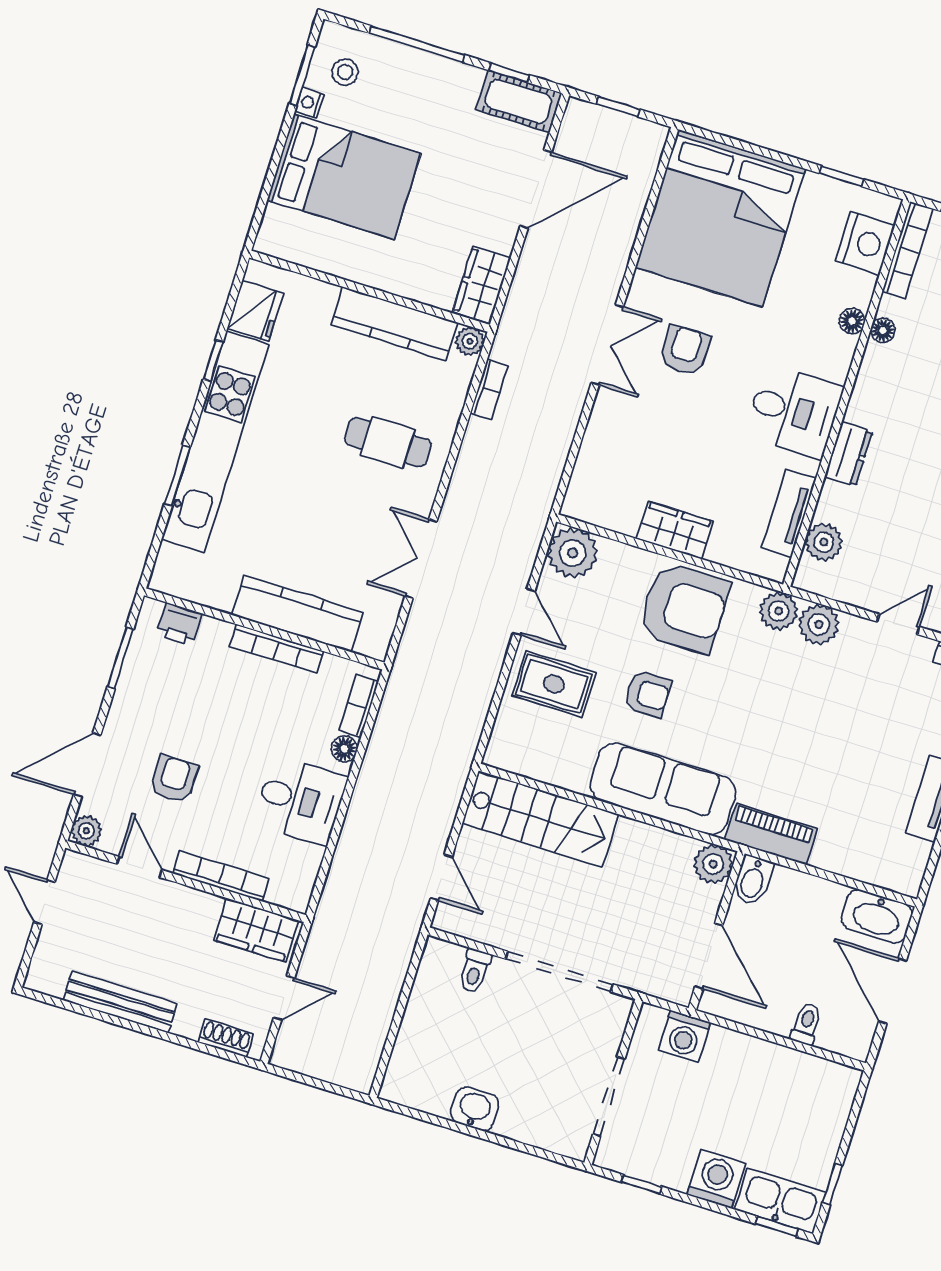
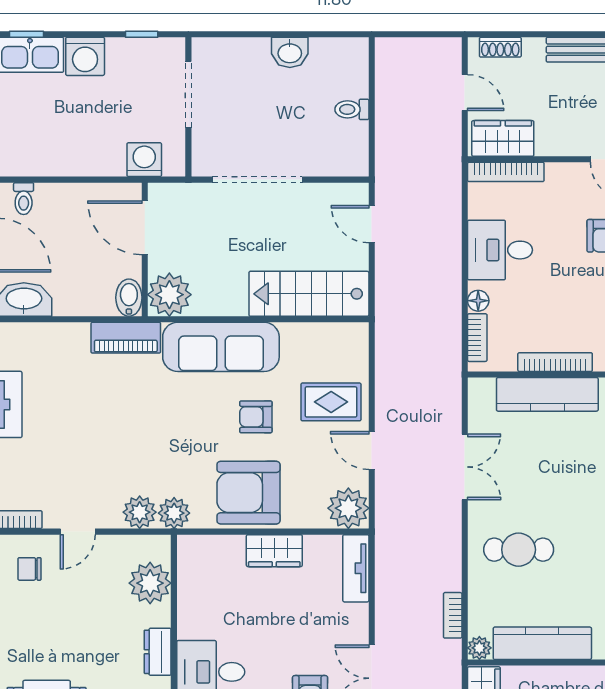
tv unit: (789, 513) -> (356, 568), moved, turned 180
plant: (824, 542) -> (150, 583), width x1.36, depth x1.36
plant: (713, 864) -> (169, 295), width x1.36, depth x1.36
bookcase: (221, 876) -> (506, 172), moved
toilet: (475, 971) -> (352, 109), moved, turned -90
door: (284, 998) -> (465, 93), swing flipped
toilet: (806, 1024) -> (24, 199), moved

